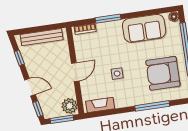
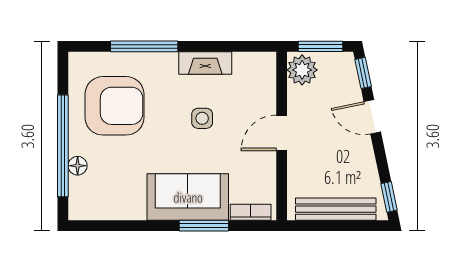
floor lamp: (174, 17) -> (78, 166), moved
sofa: (144, 28) -> (188, 197), moved
window: (19, 58) -> (389, 197), moved
fireplace: (100, 105) -> (205, 63), moved

